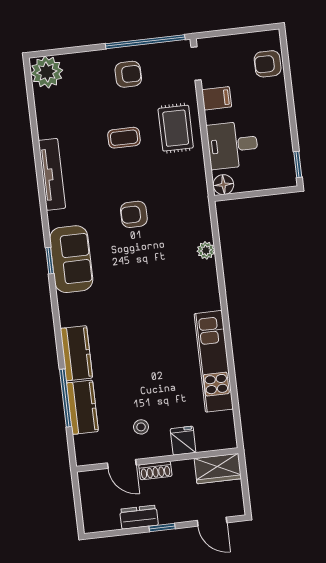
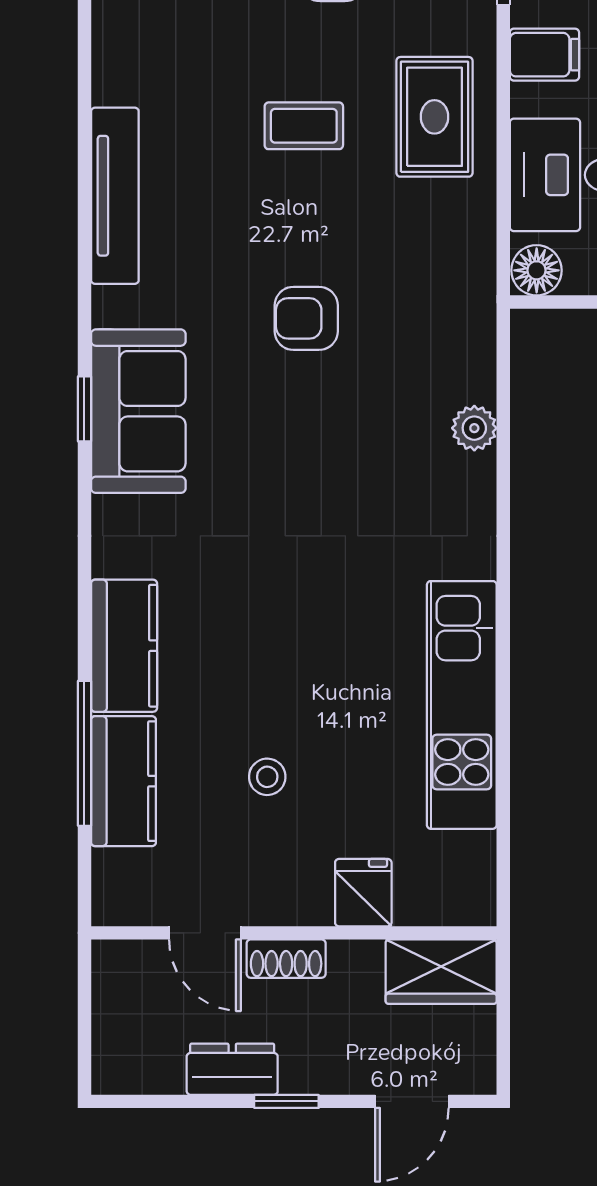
stool: (141, 427) -> (267, 777), moved
door: (212, 522) -> (412, 1101), hinge flipped

